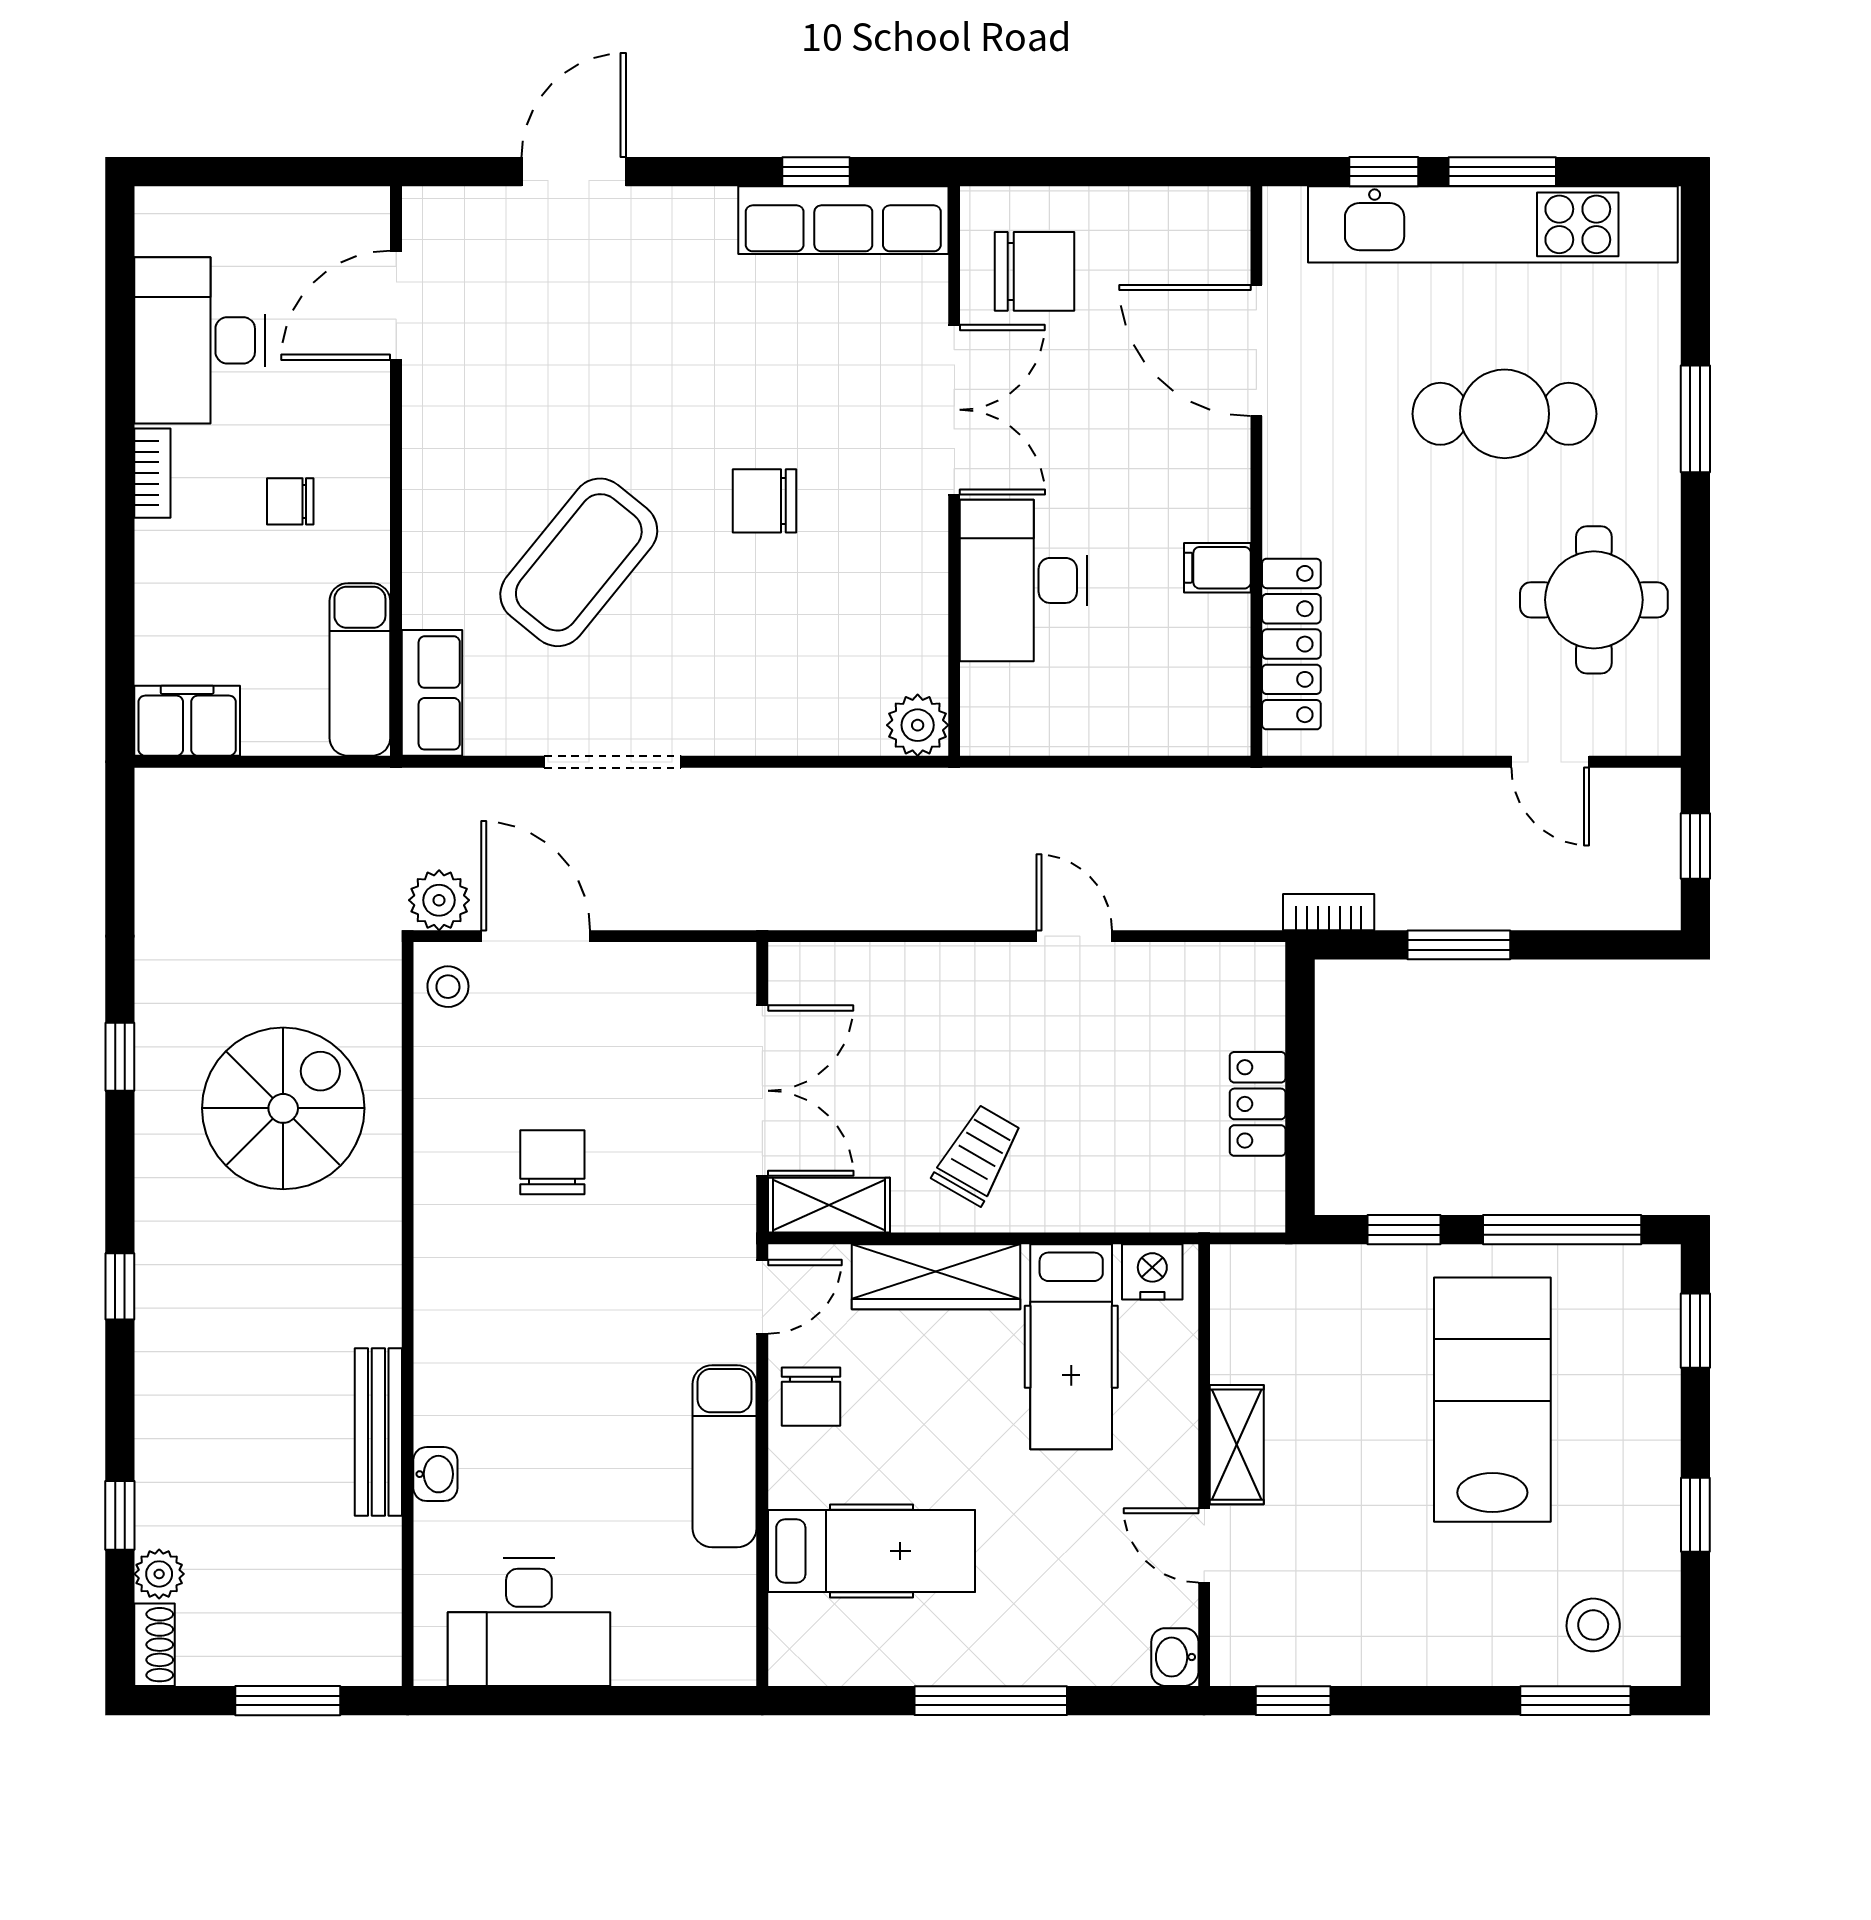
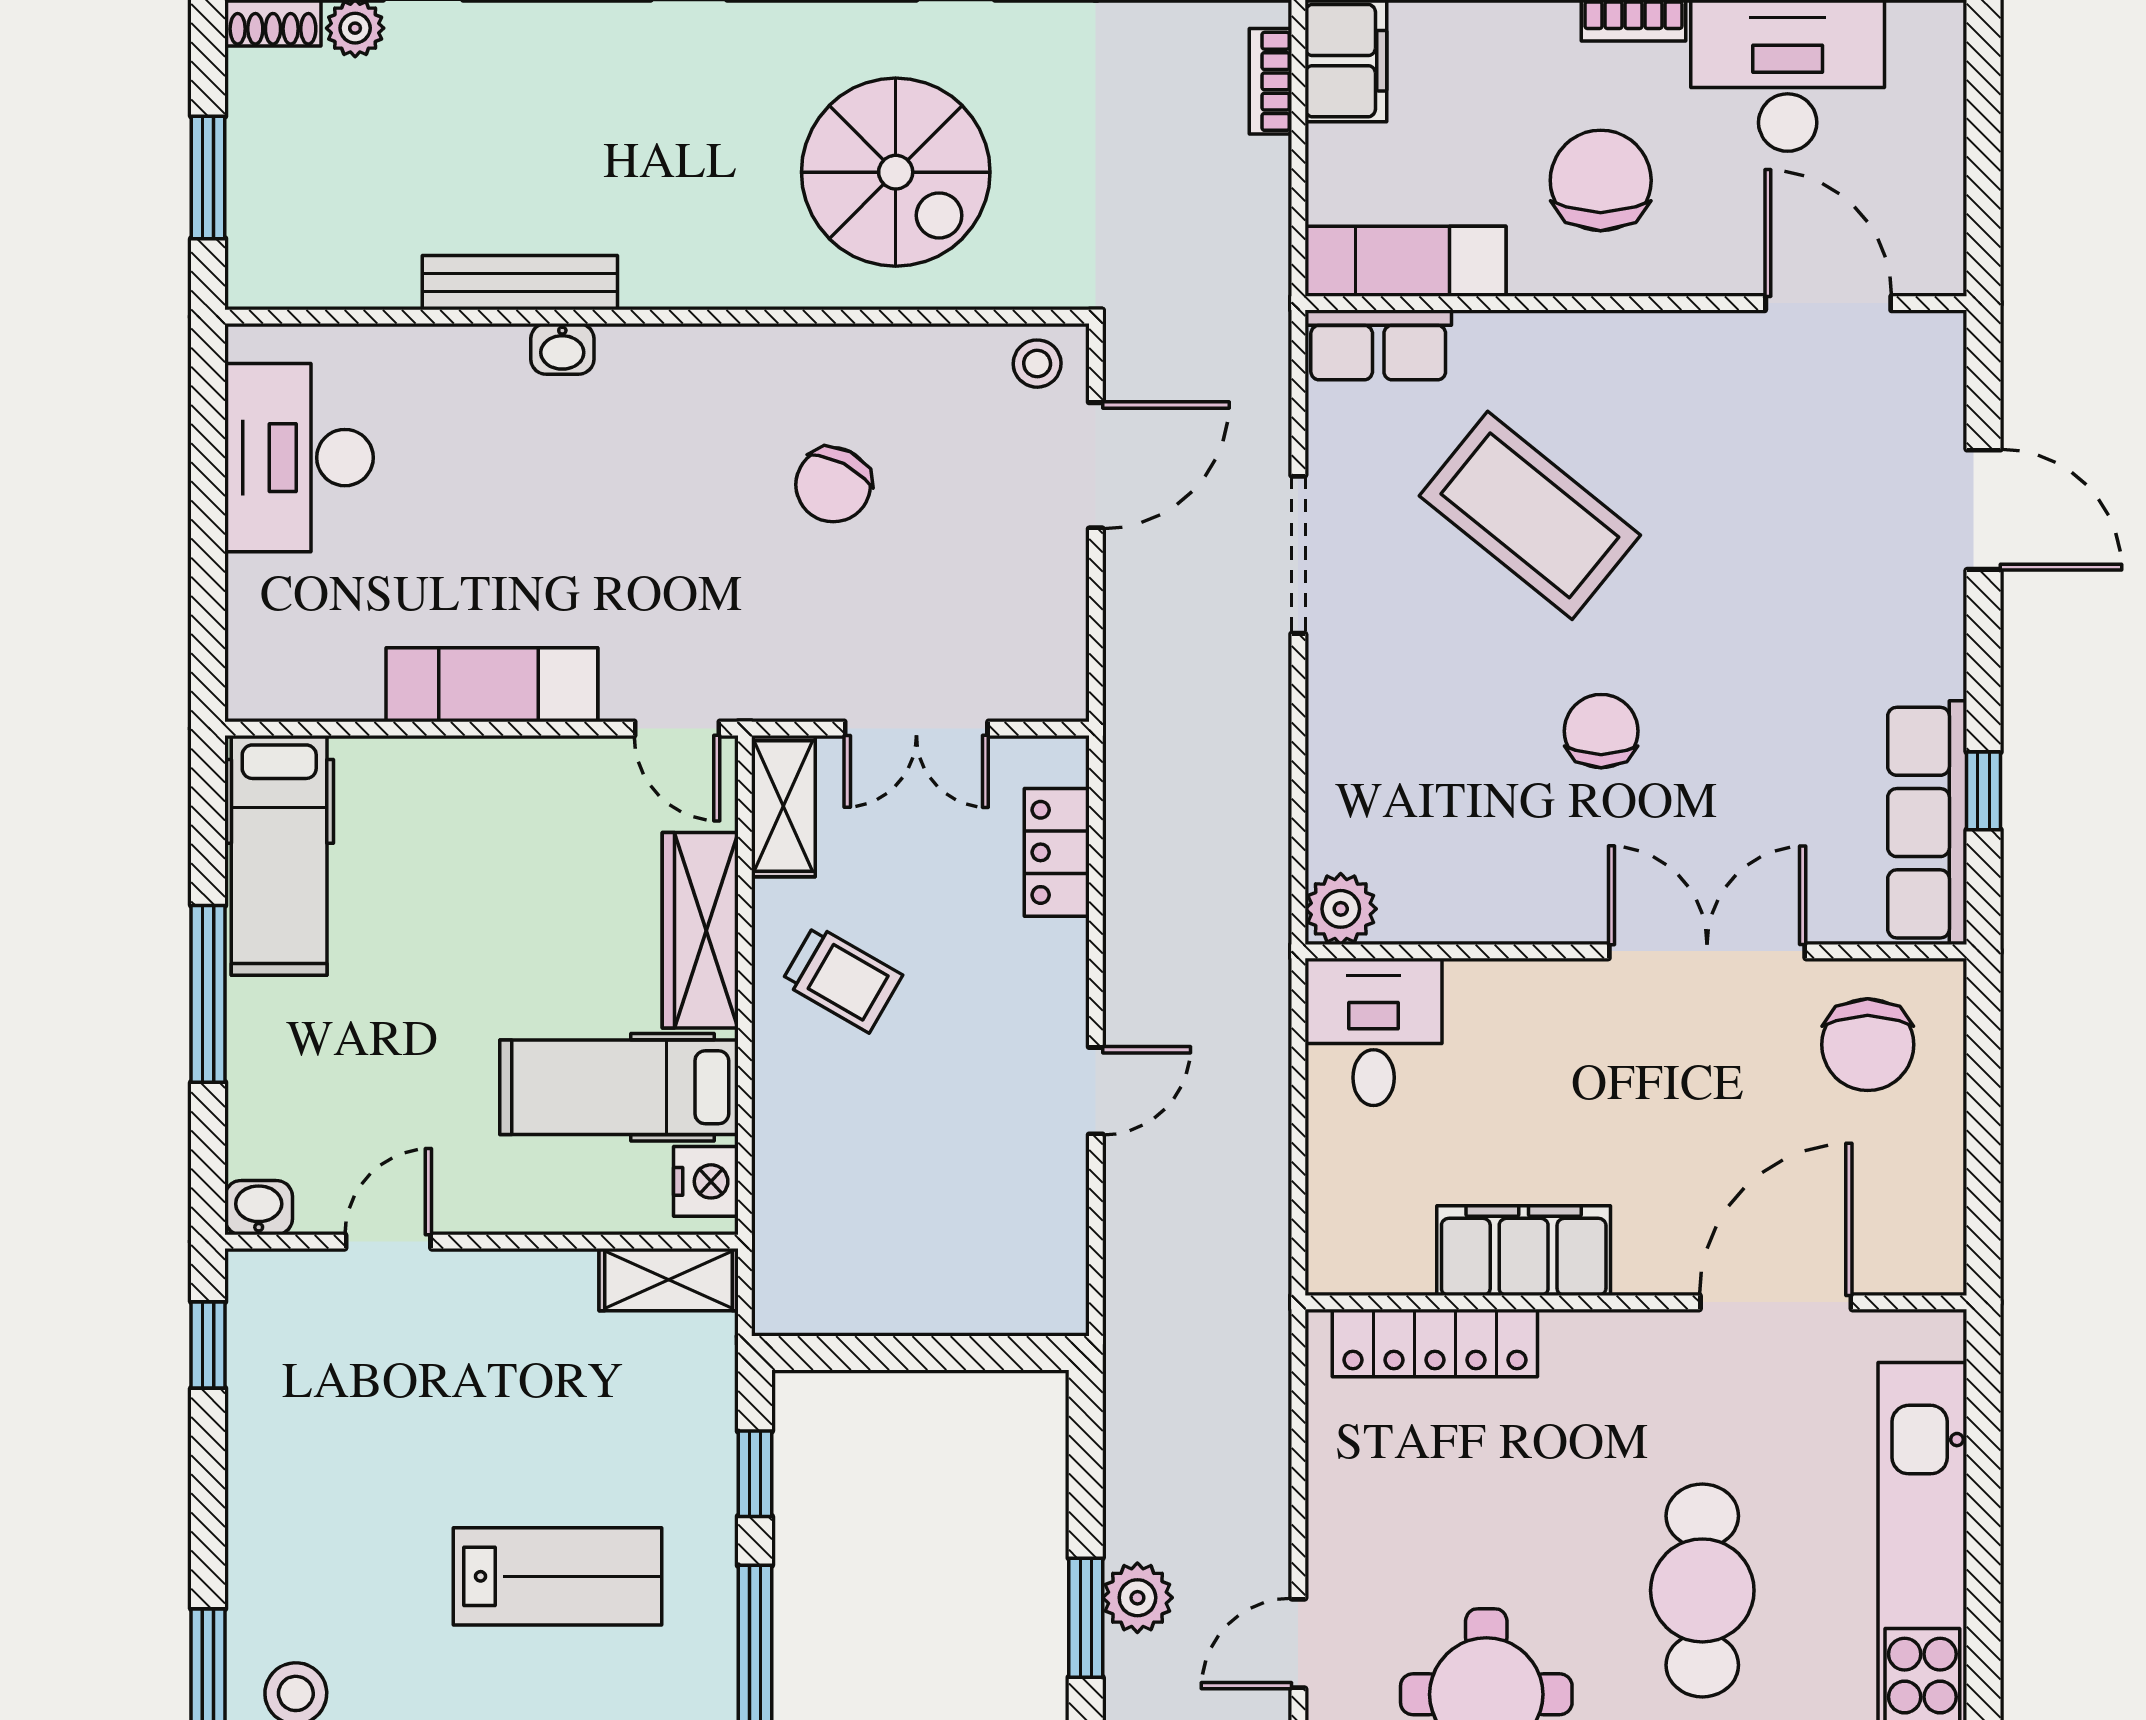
window: (1384, 172) -> (1984, 1450), removed
window: (1502, 172) -> (1984, 1588), removed
double door: (954, 410) -> (1707, 951), swing flipped
chair: (290, 501) -> (1601, 180), width x1.87, depth x1.87
filing cabinet: (1217, 568) -> (1524, 1251), width x3.00, depth x1.17
desk: (1023, 580) -> (1374, 1032), moved, width x0.73
plant: (439, 900) -> (1137, 1598), moved
bookcase: (1329, 912) -> (1270, 81), moved, turned 180
window: (1459, 945) -> (1086, 1618), moved
double door: (762, 1091) -> (916, 729), width x0.73
locker: (1258, 1104) -> (1057, 852), moved, turned -90
chair: (552, 1162) -> (833, 485), turned 117
chair: (811, 1397) -> (561, 785), removed
lab bench: (1492, 1400) -> (558, 1576), width x0.73, depth x0.72
shelving: (1237, 1445) -> (669, 1280), moved
washbasin: (435, 1474) -> (562, 349), moved
hospital bed: (872, 1551) -> (279, 855), moved

